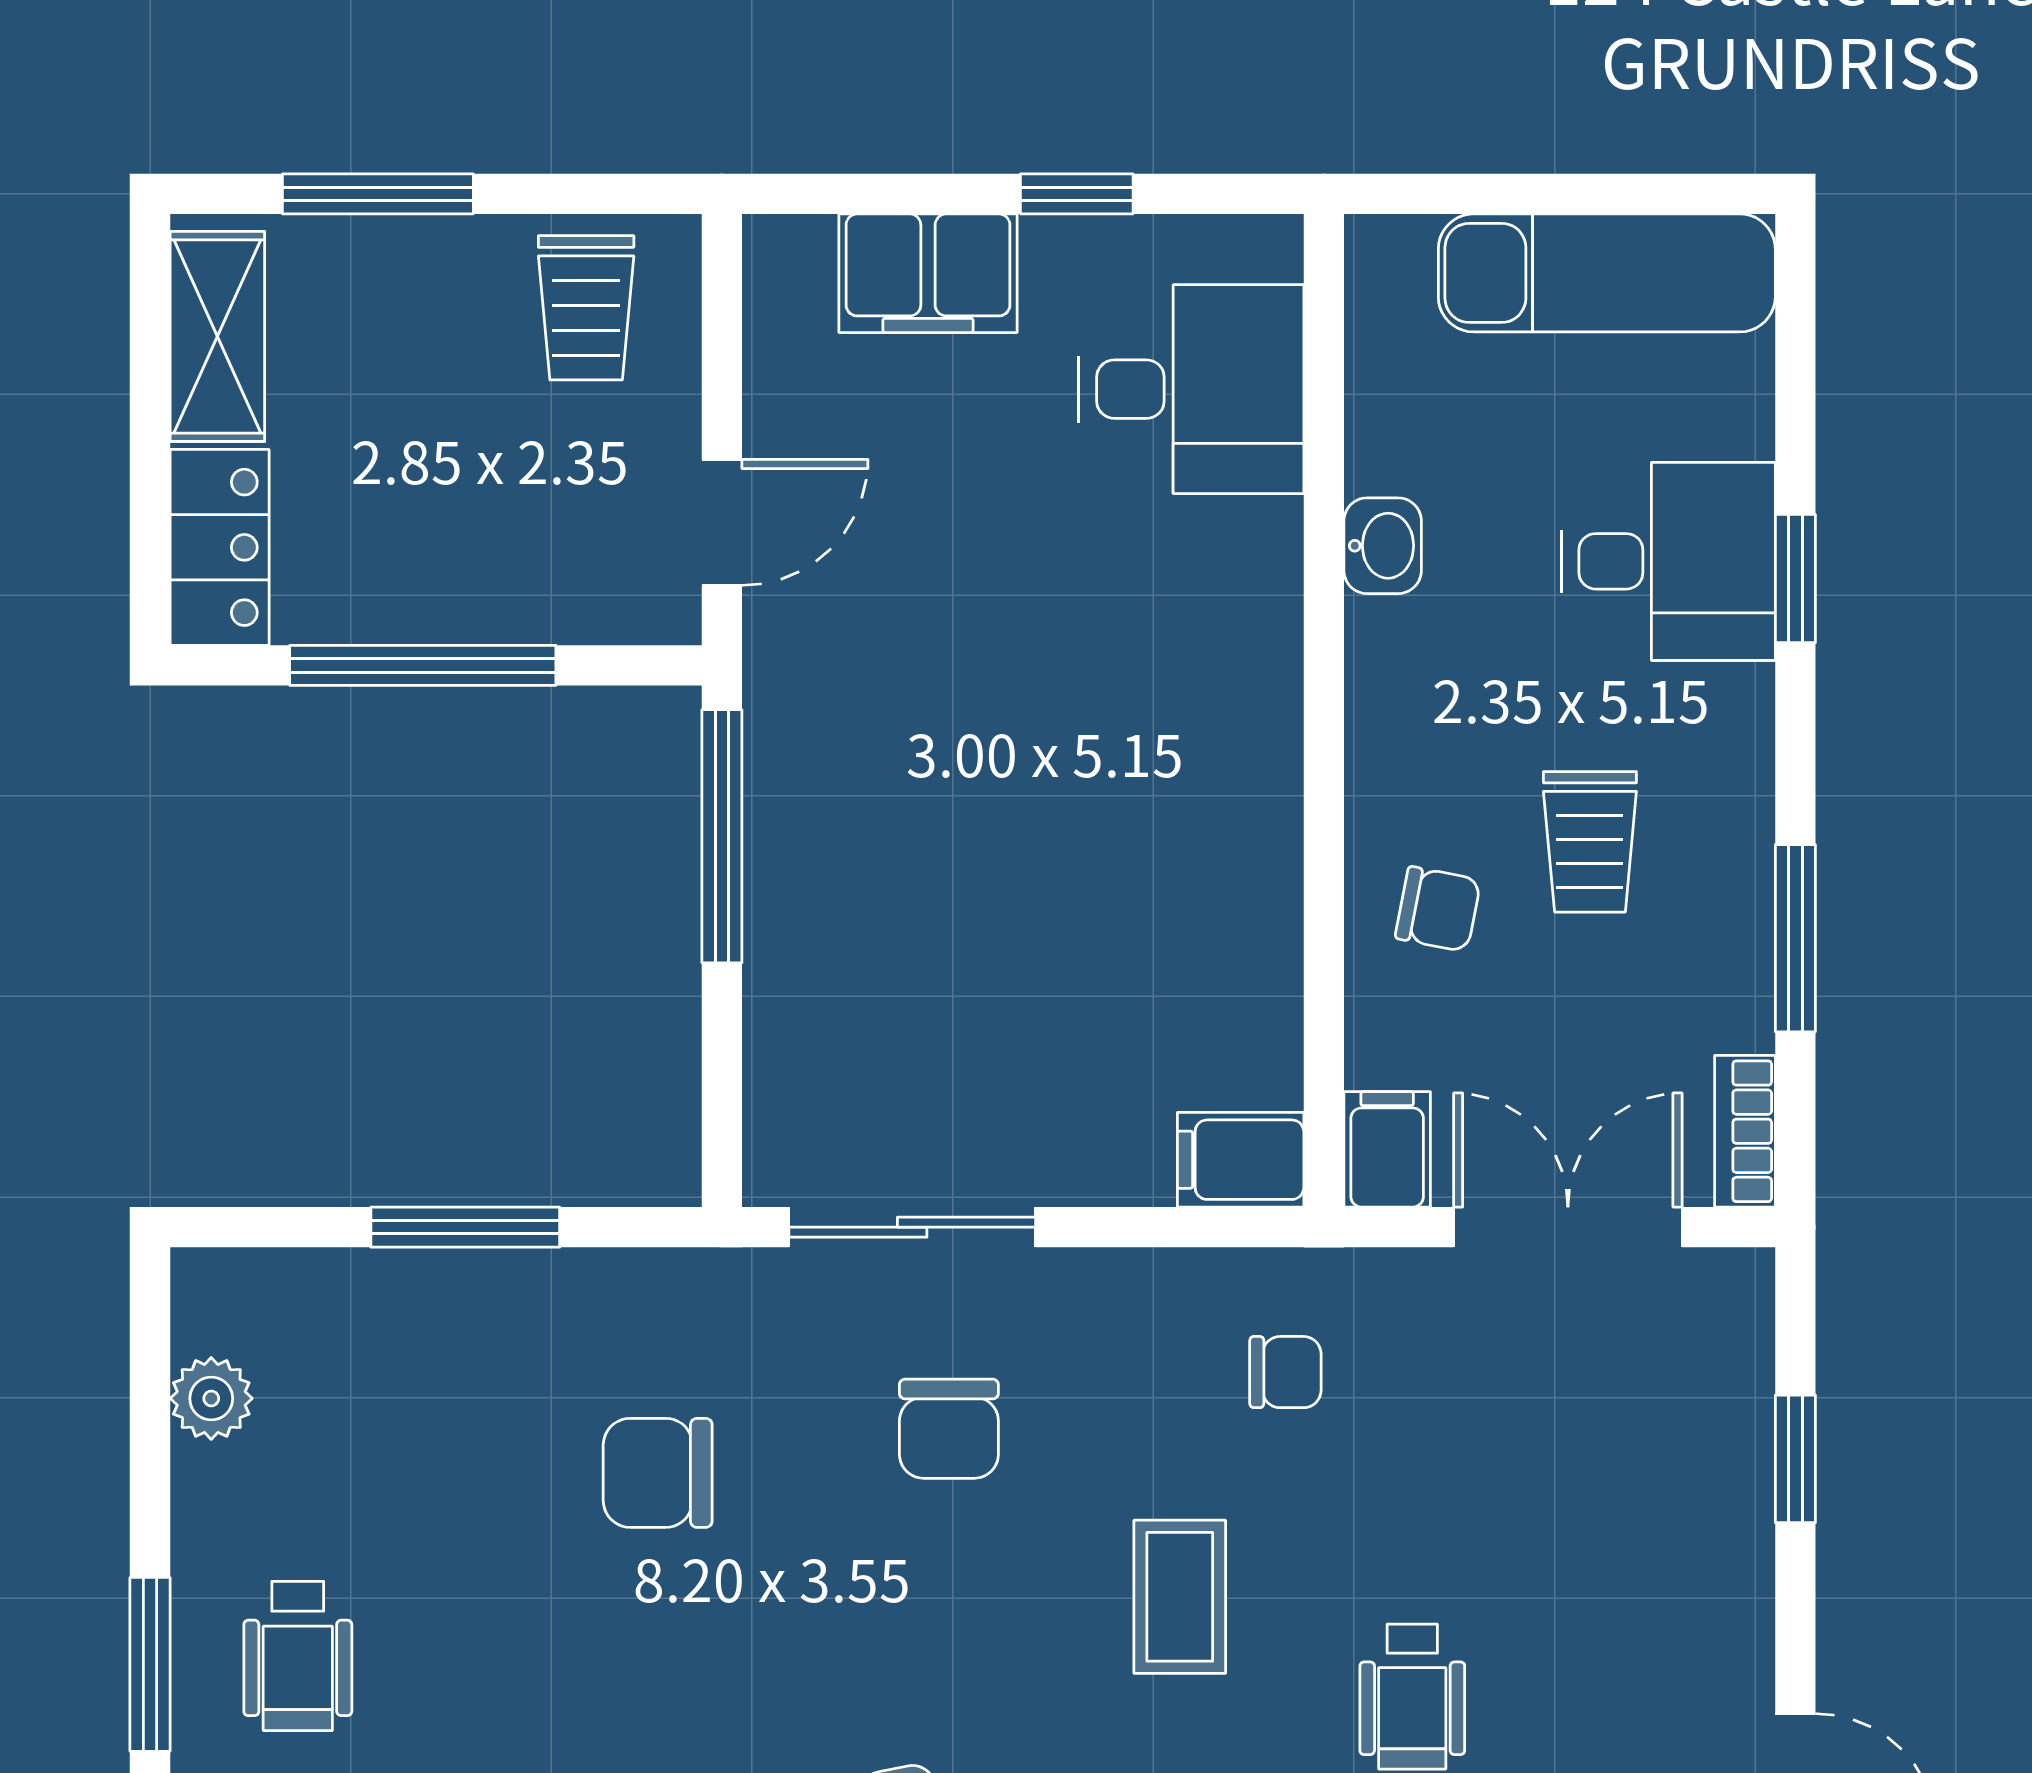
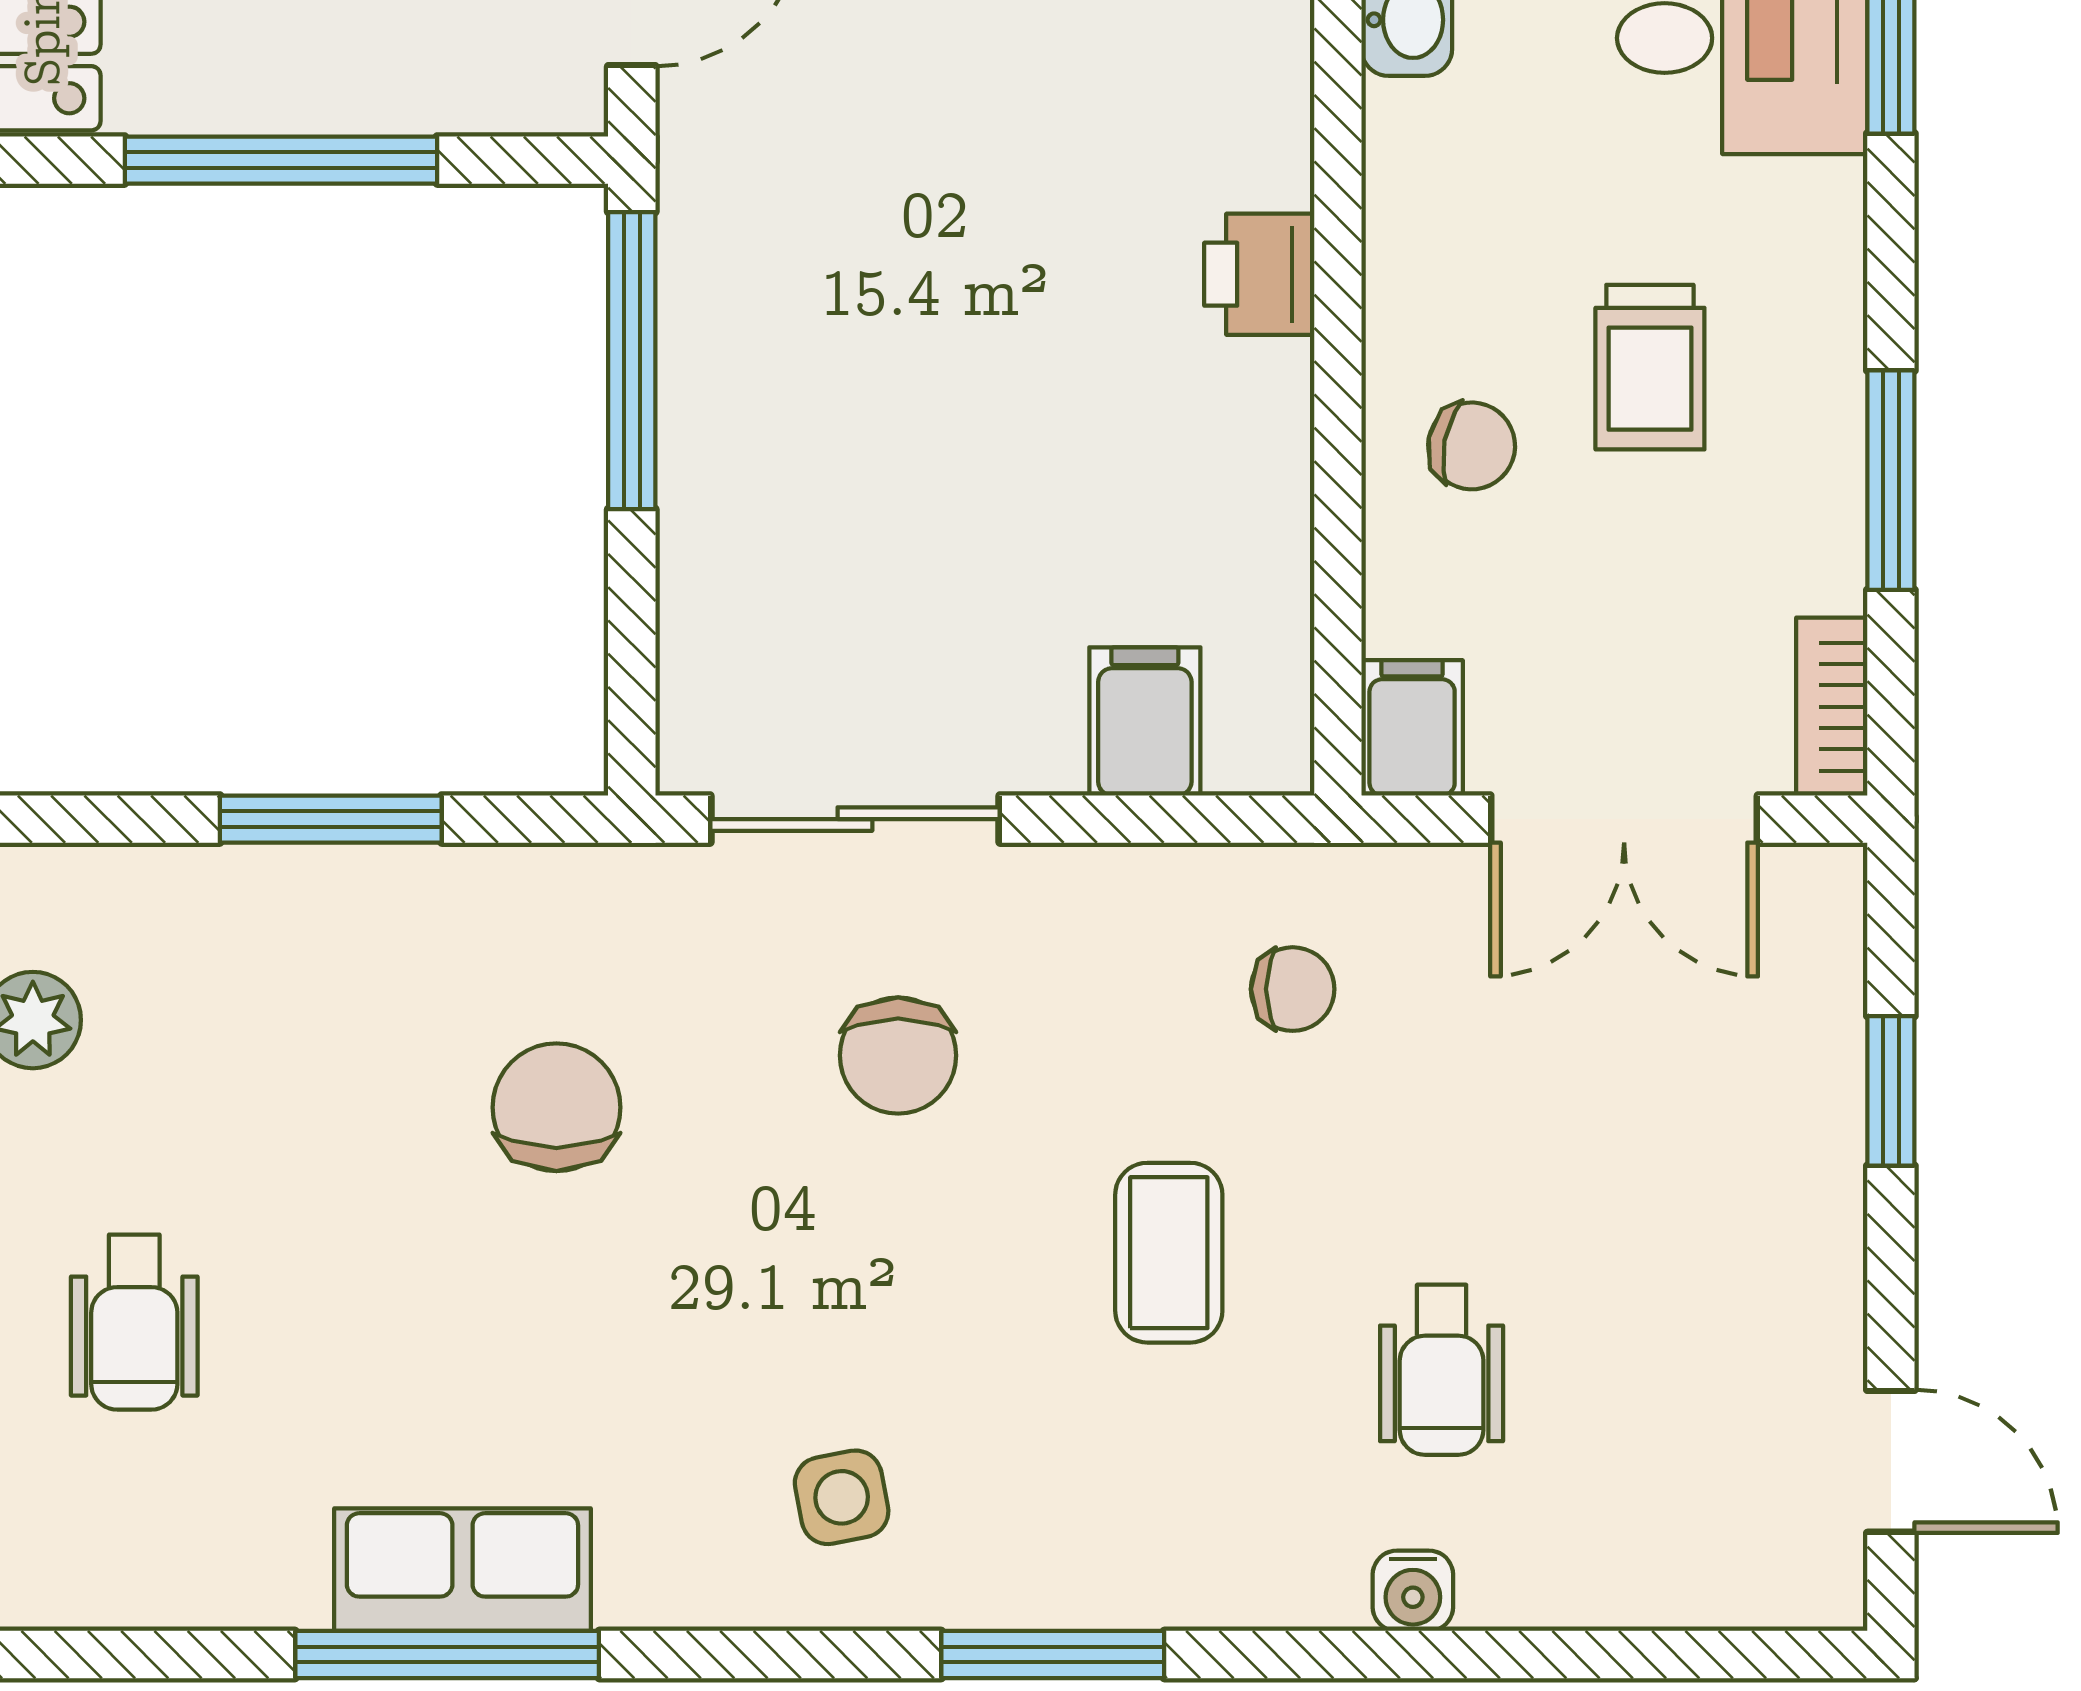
printer: (1257, 763) -> (1259, 274), added
filing cabinet: (1241, 1160) -> (1145, 721), moved, turned 90
double door: (1568, 1227) -> (1624, 819), swing flipped
chair: (658, 1473) -> (556, 1107), turned 90

